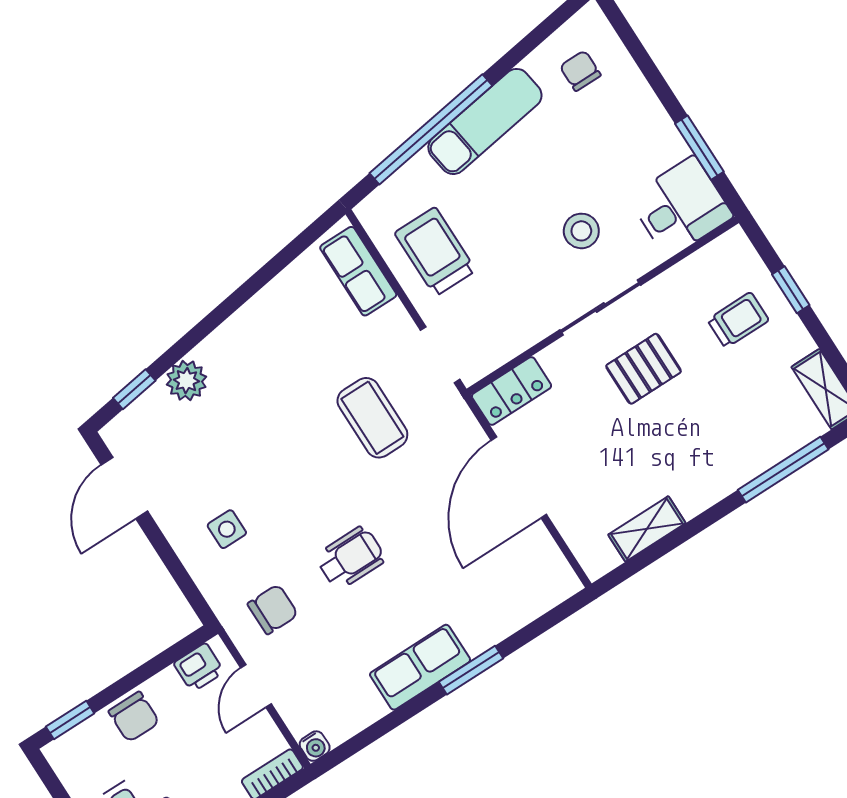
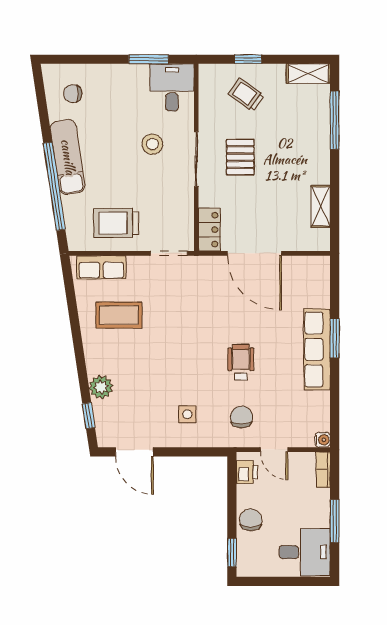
trolley: (738, 320) -> (246, 95), turned -55
coffee table: (372, 418) -> (119, 315), moved
row of seats: (420, 667) -> (317, 349), width x1.48
chair: (134, 717) -> (251, 520), turned -90

